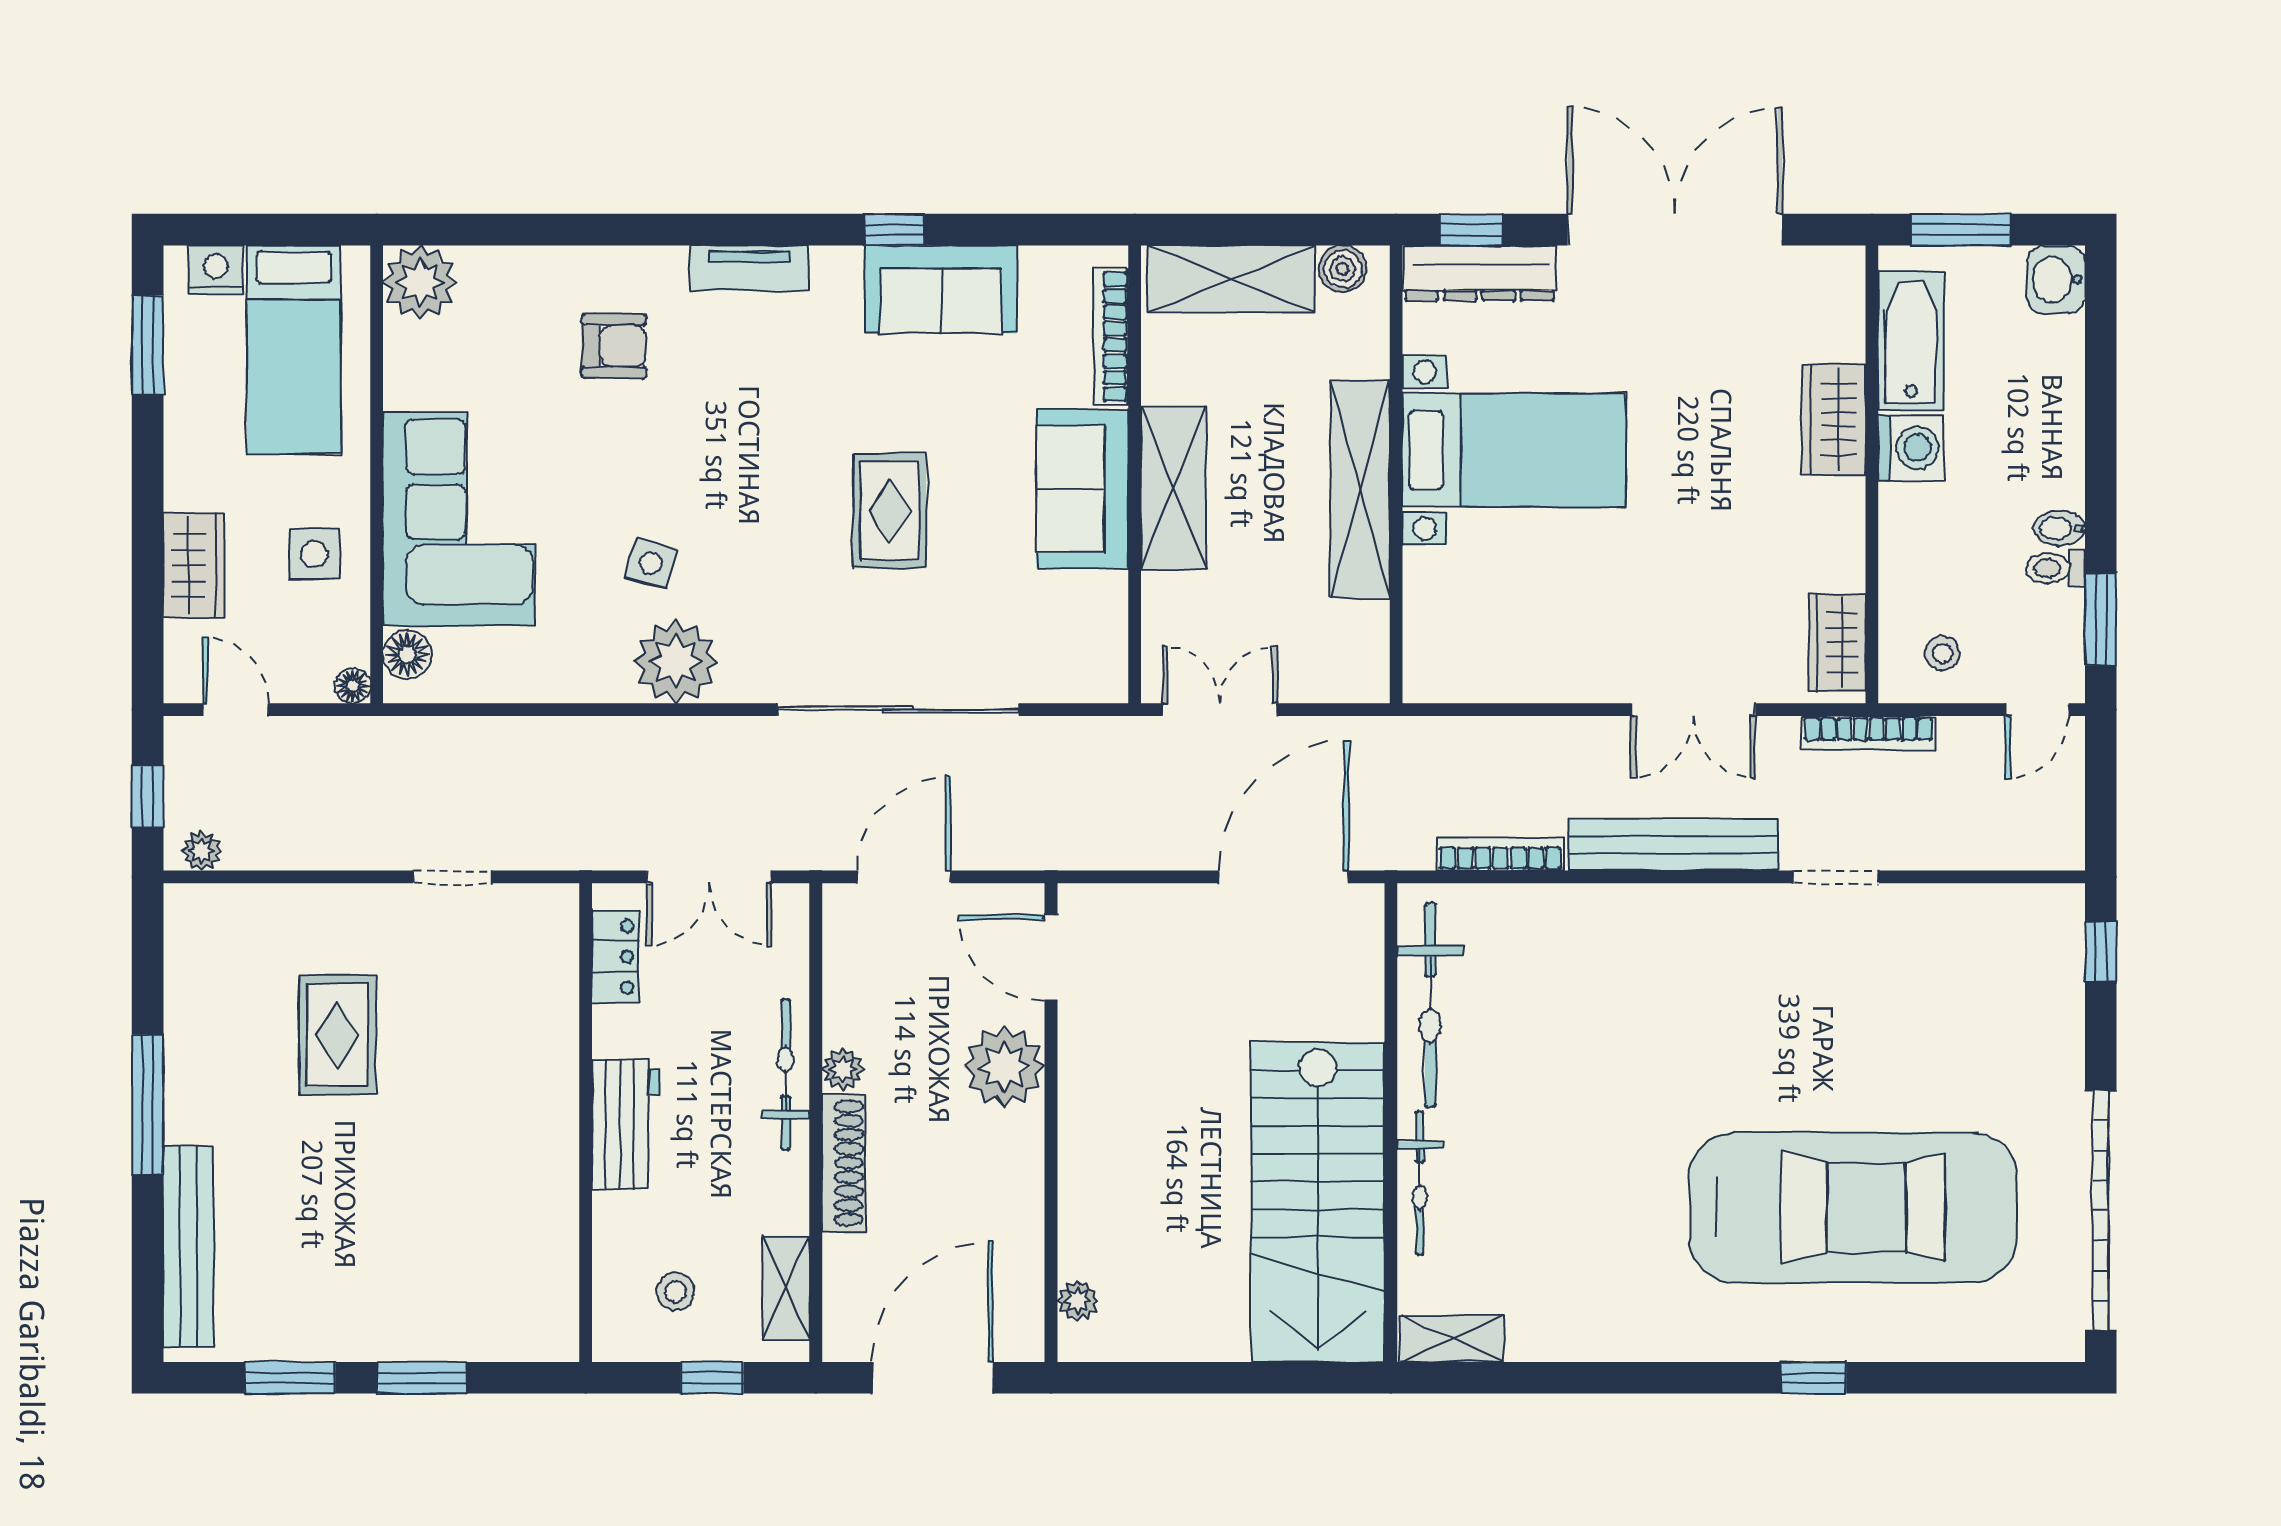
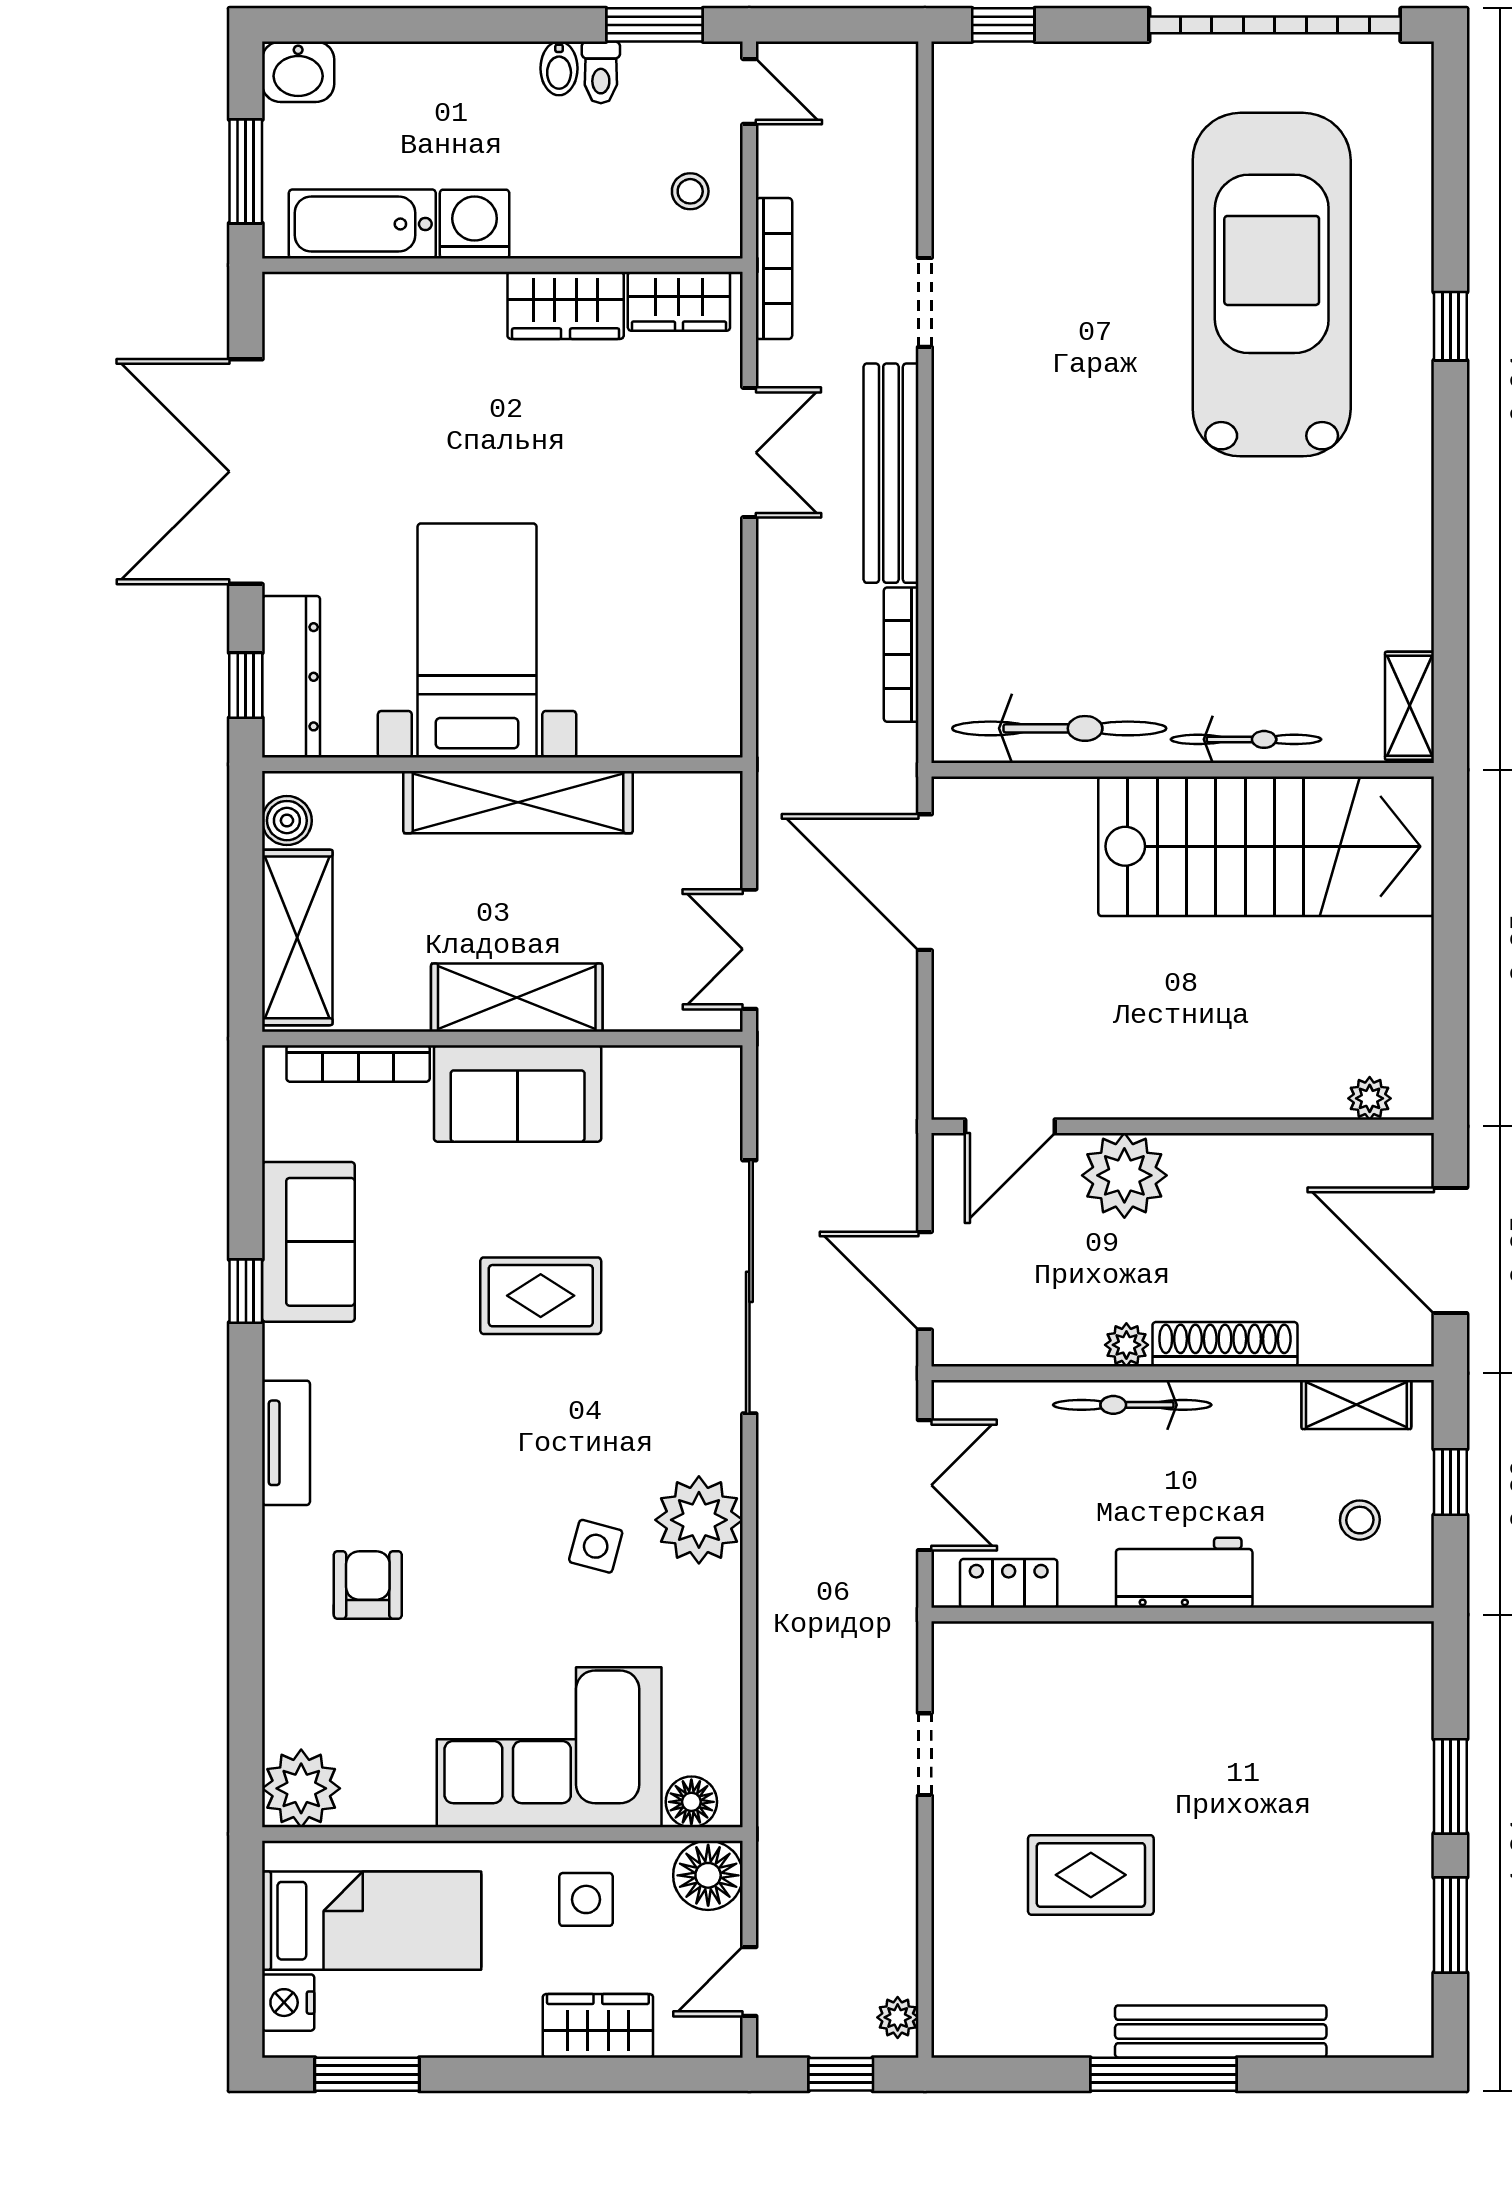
wardrobe: (1833, 419) -> (566, 305), moved
floor lamp: (353, 686) -> (708, 1875), width x1.89, depth x1.89
bench: (188, 1246) -> (1221, 2032), moved

